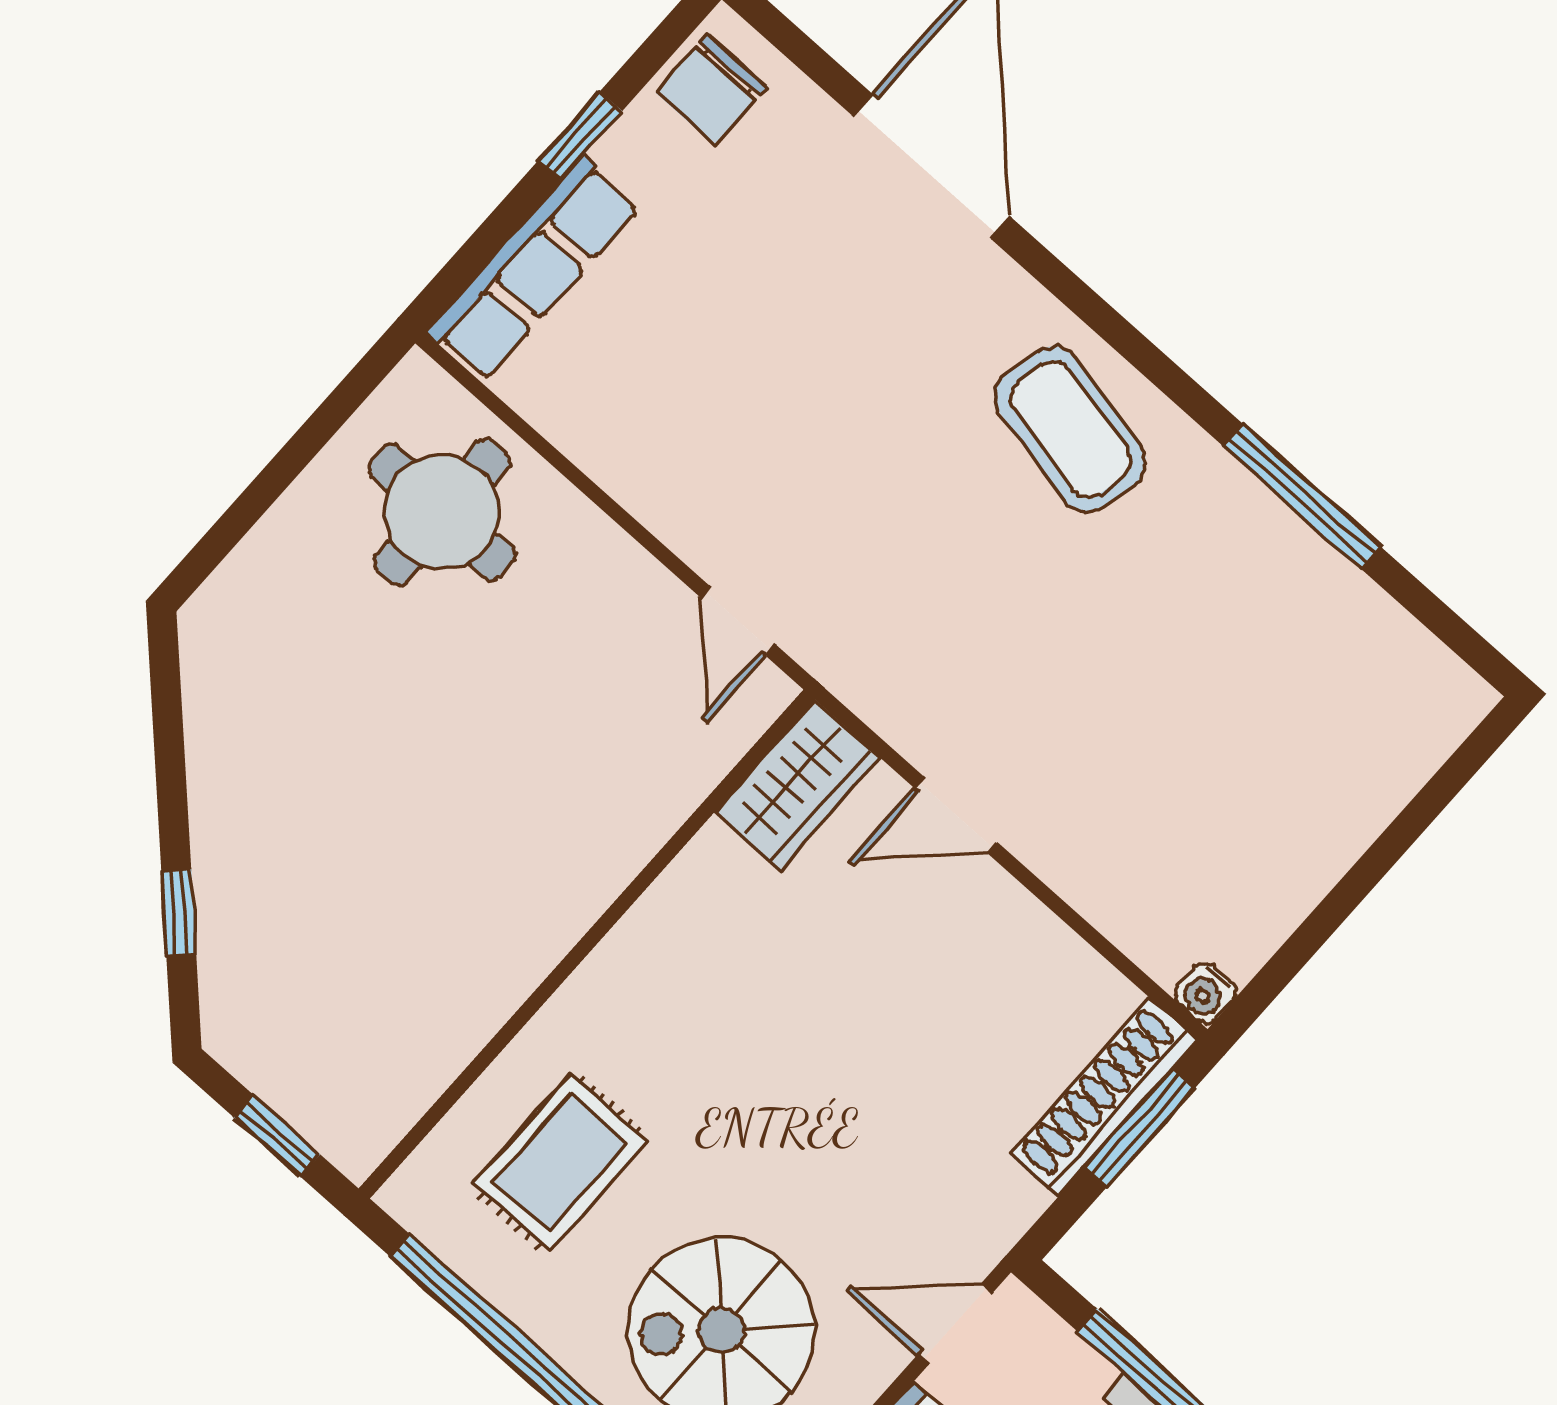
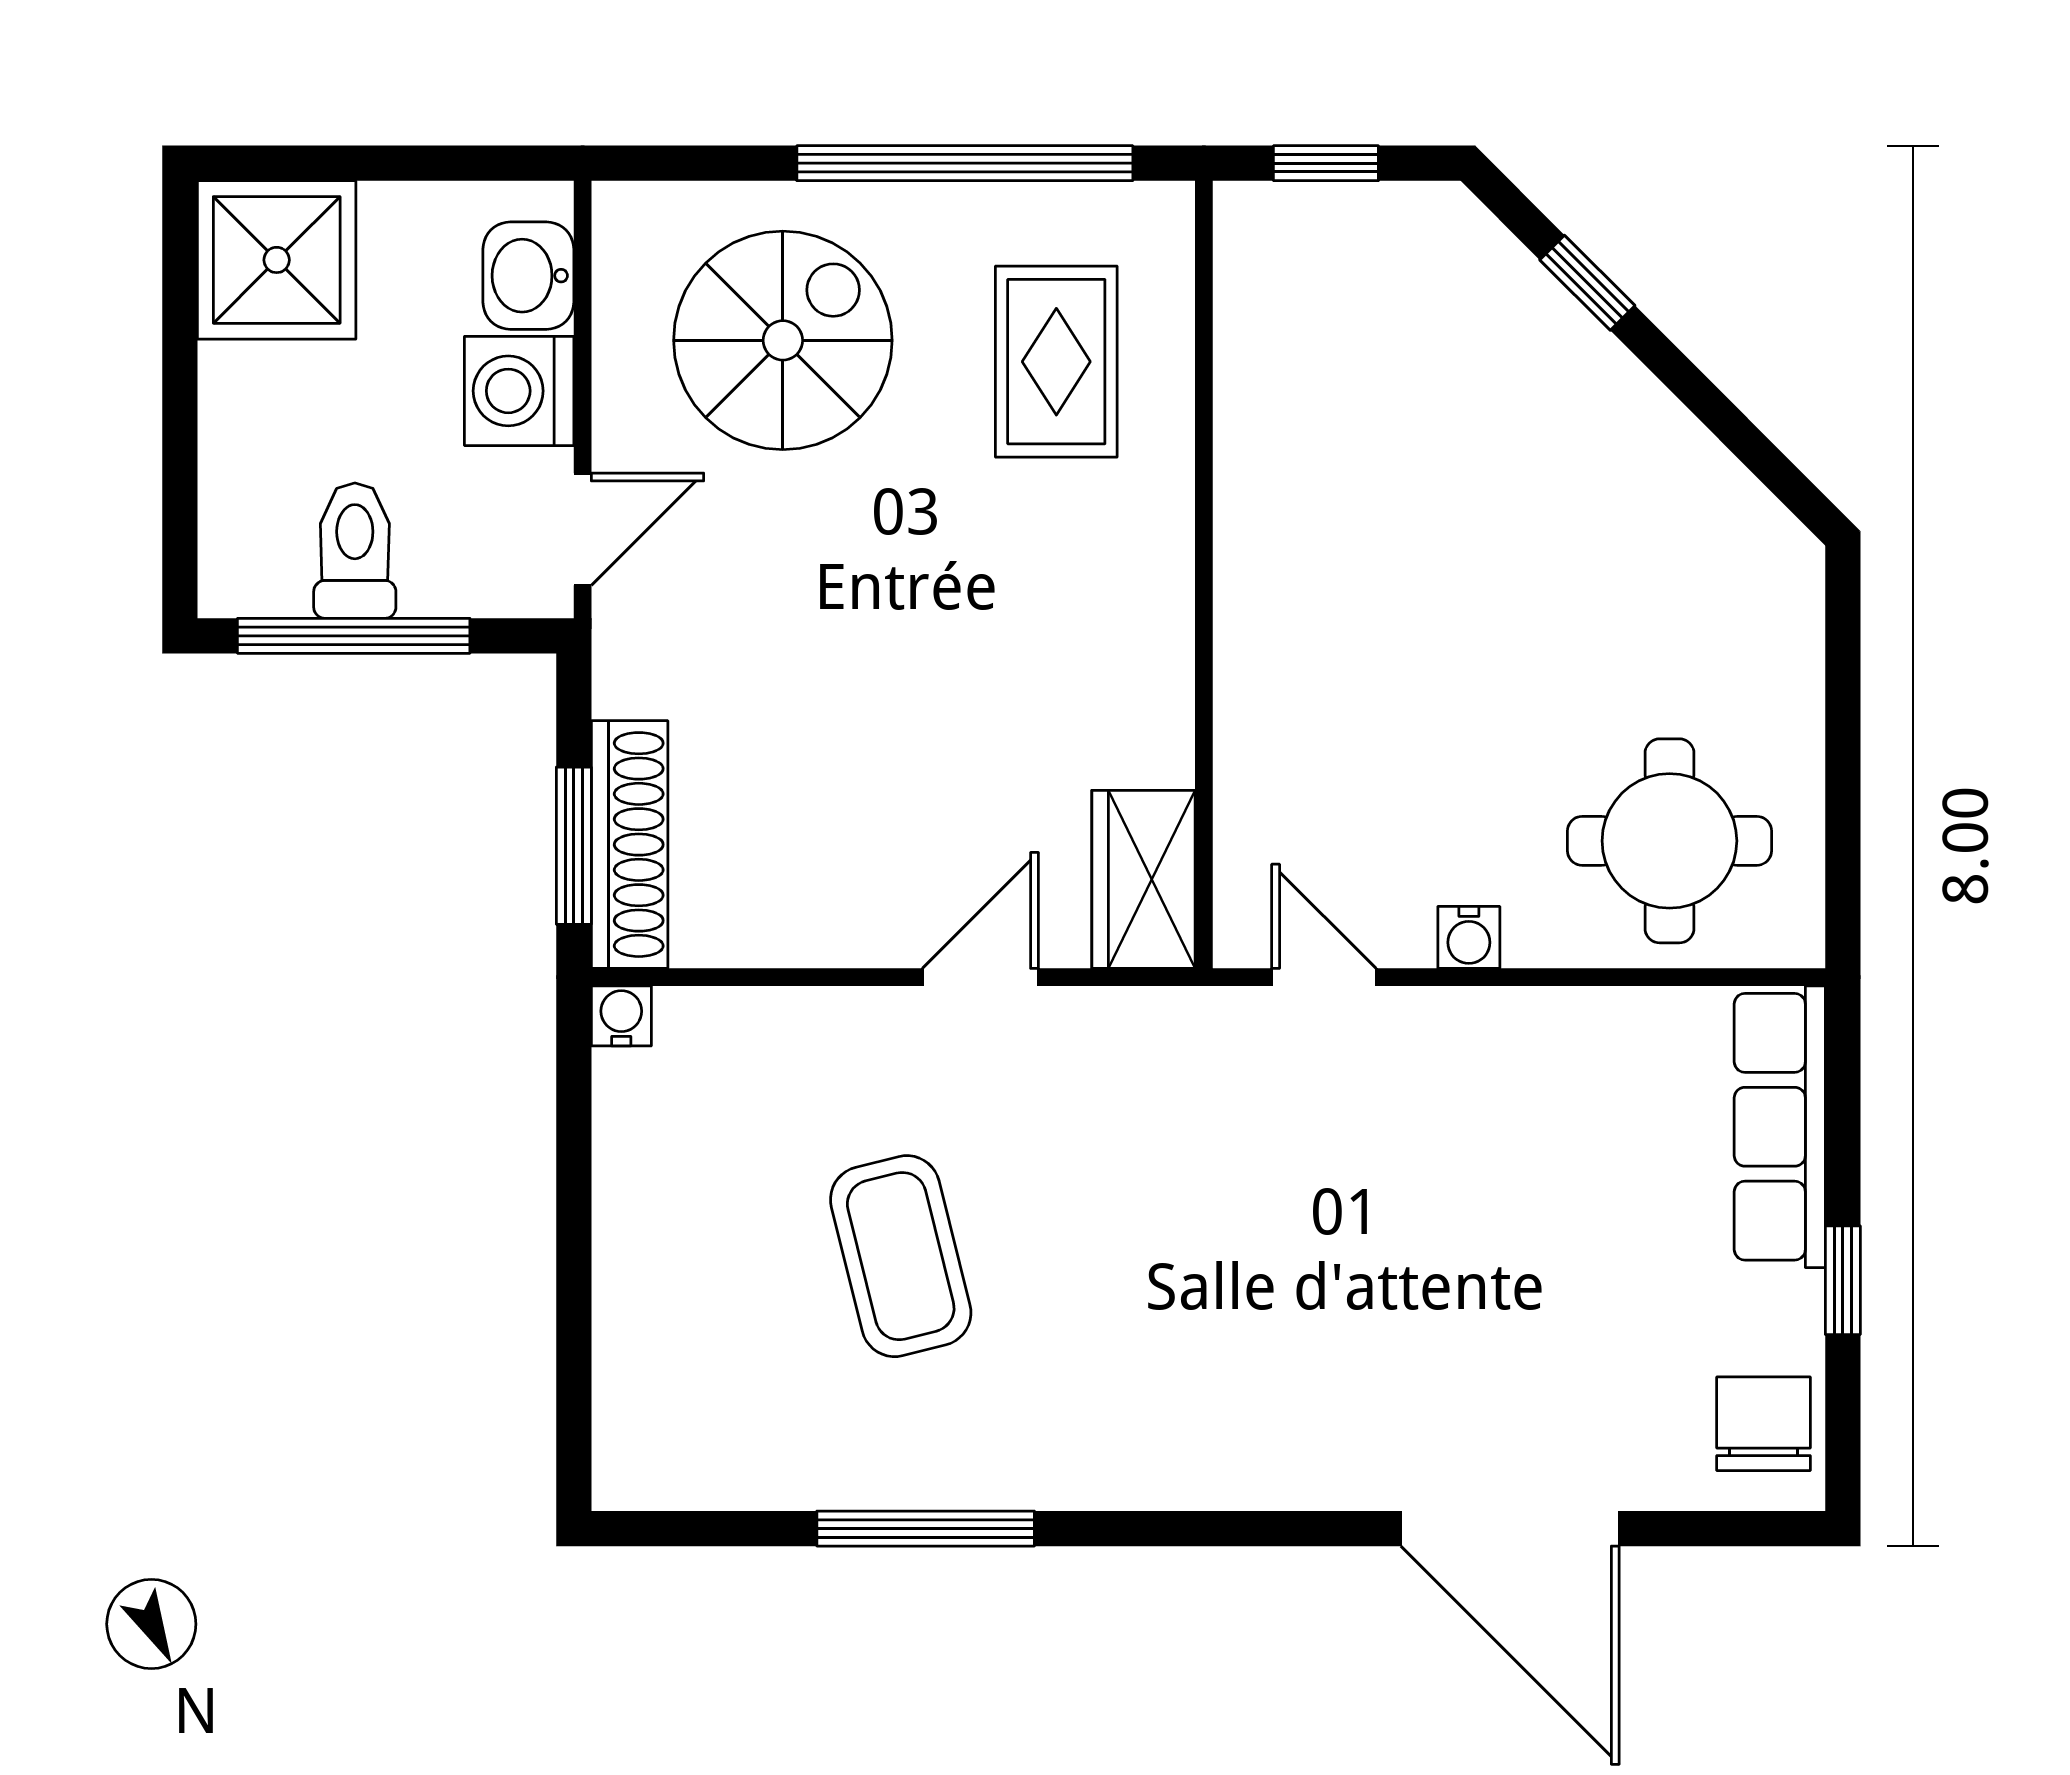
coffee table: (1070, 429) -> (901, 1256), moved, turned 64
water cooler: (624, 564) -> (1469, 937), added

